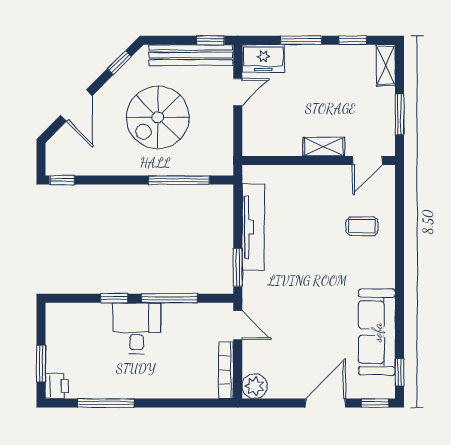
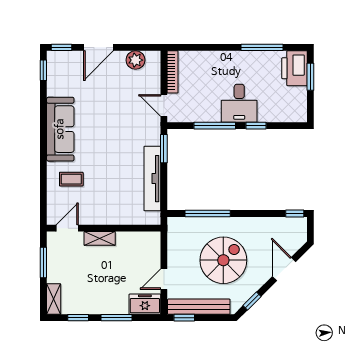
sofa: (377, 332) -> (60, 129), moved
printer: (57, 386) -> (295, 68), width x1.87, depth x1.48
plant: (255, 386) -> (135, 60), moved

